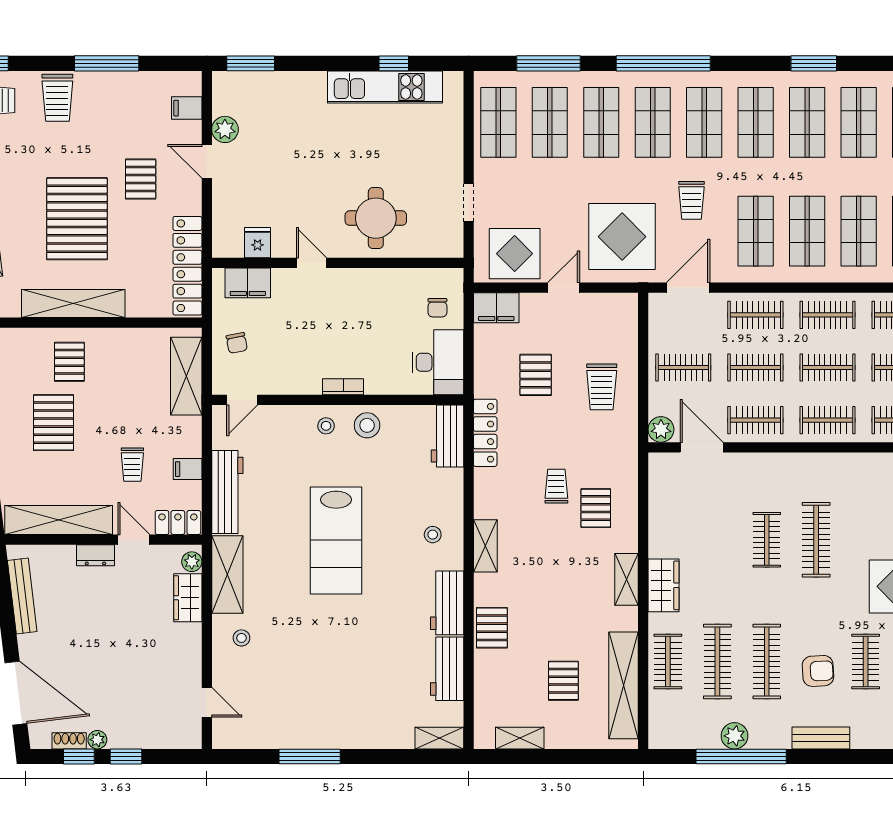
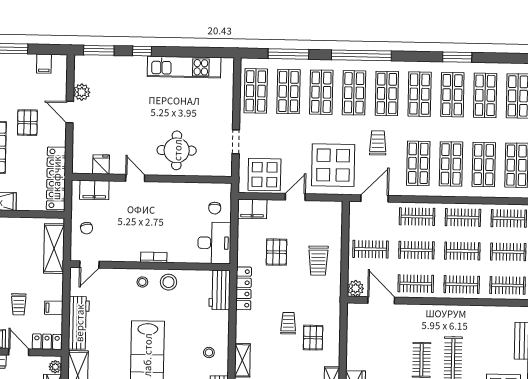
window: (394, 63) -> (142, 51), moved
filing cabinet: (187, 108) -> (44, 64), moved, turned -90
trolley: (692, 200) -> (378, 143), turned 180

